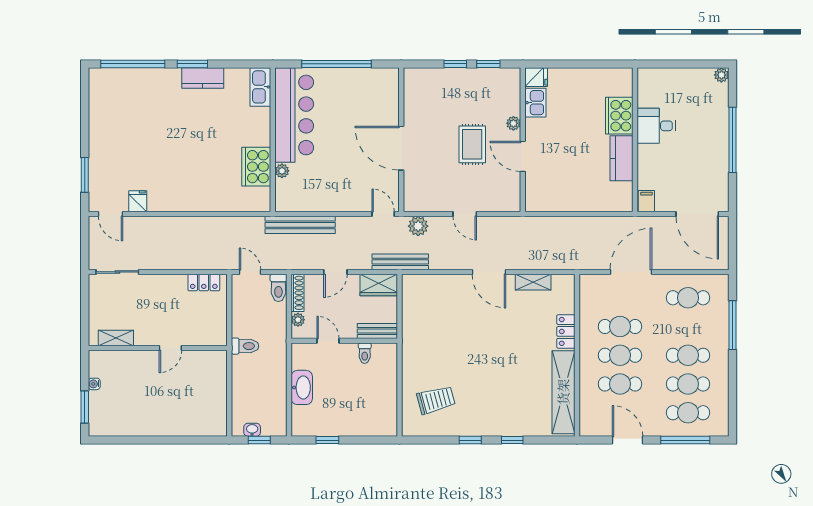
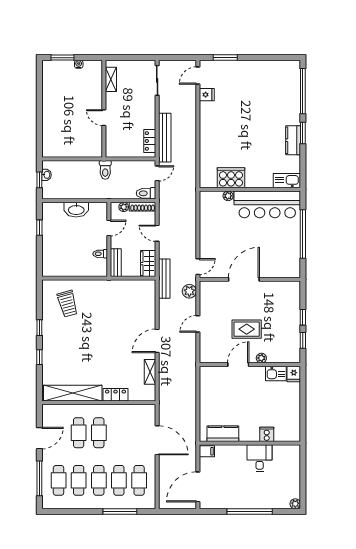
cooker: (619, 116) -> (267, 434), width x0.53, depth x0.76
kitchen counter: (621, 158) -> (223, 434), moved
bench: (300, 225) -> (165, 138), moved
cafe table: (620, 327) -> (119, 480), moved

